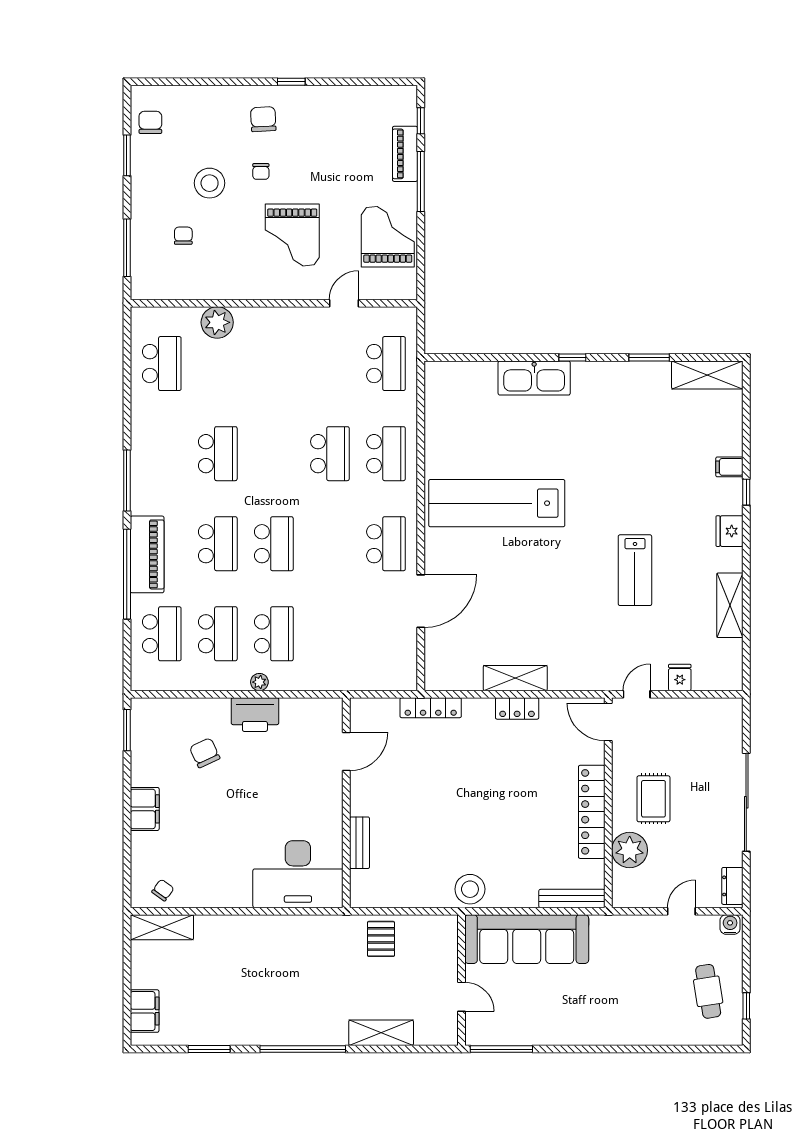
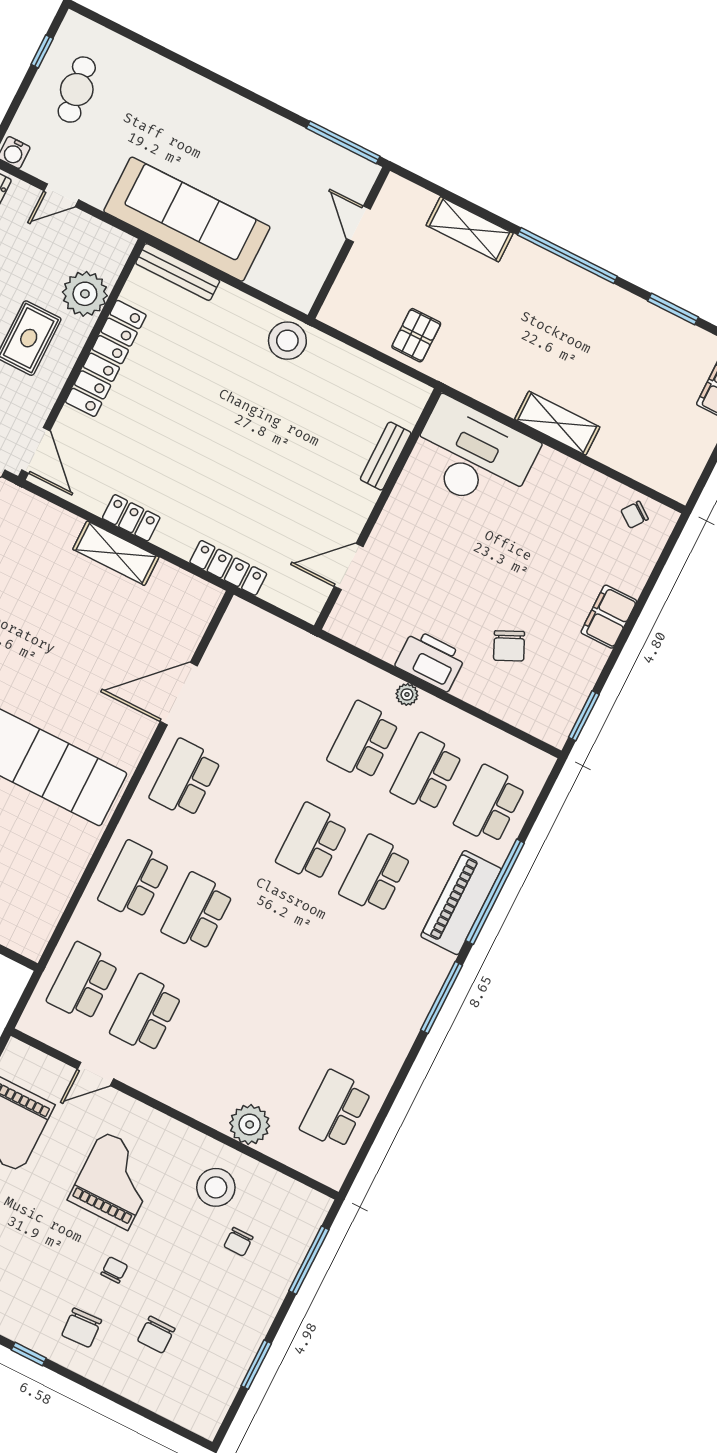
chair: (150, 122) -> (156, 1335), moved
stool: (210, 183) -> (216, 1187), moved
school desk: (218, 454) -> (146, 1014), moved
shelving: (162, 927) -> (557, 423), moved
sofa: (527, 939) -> (187, 219), moved

